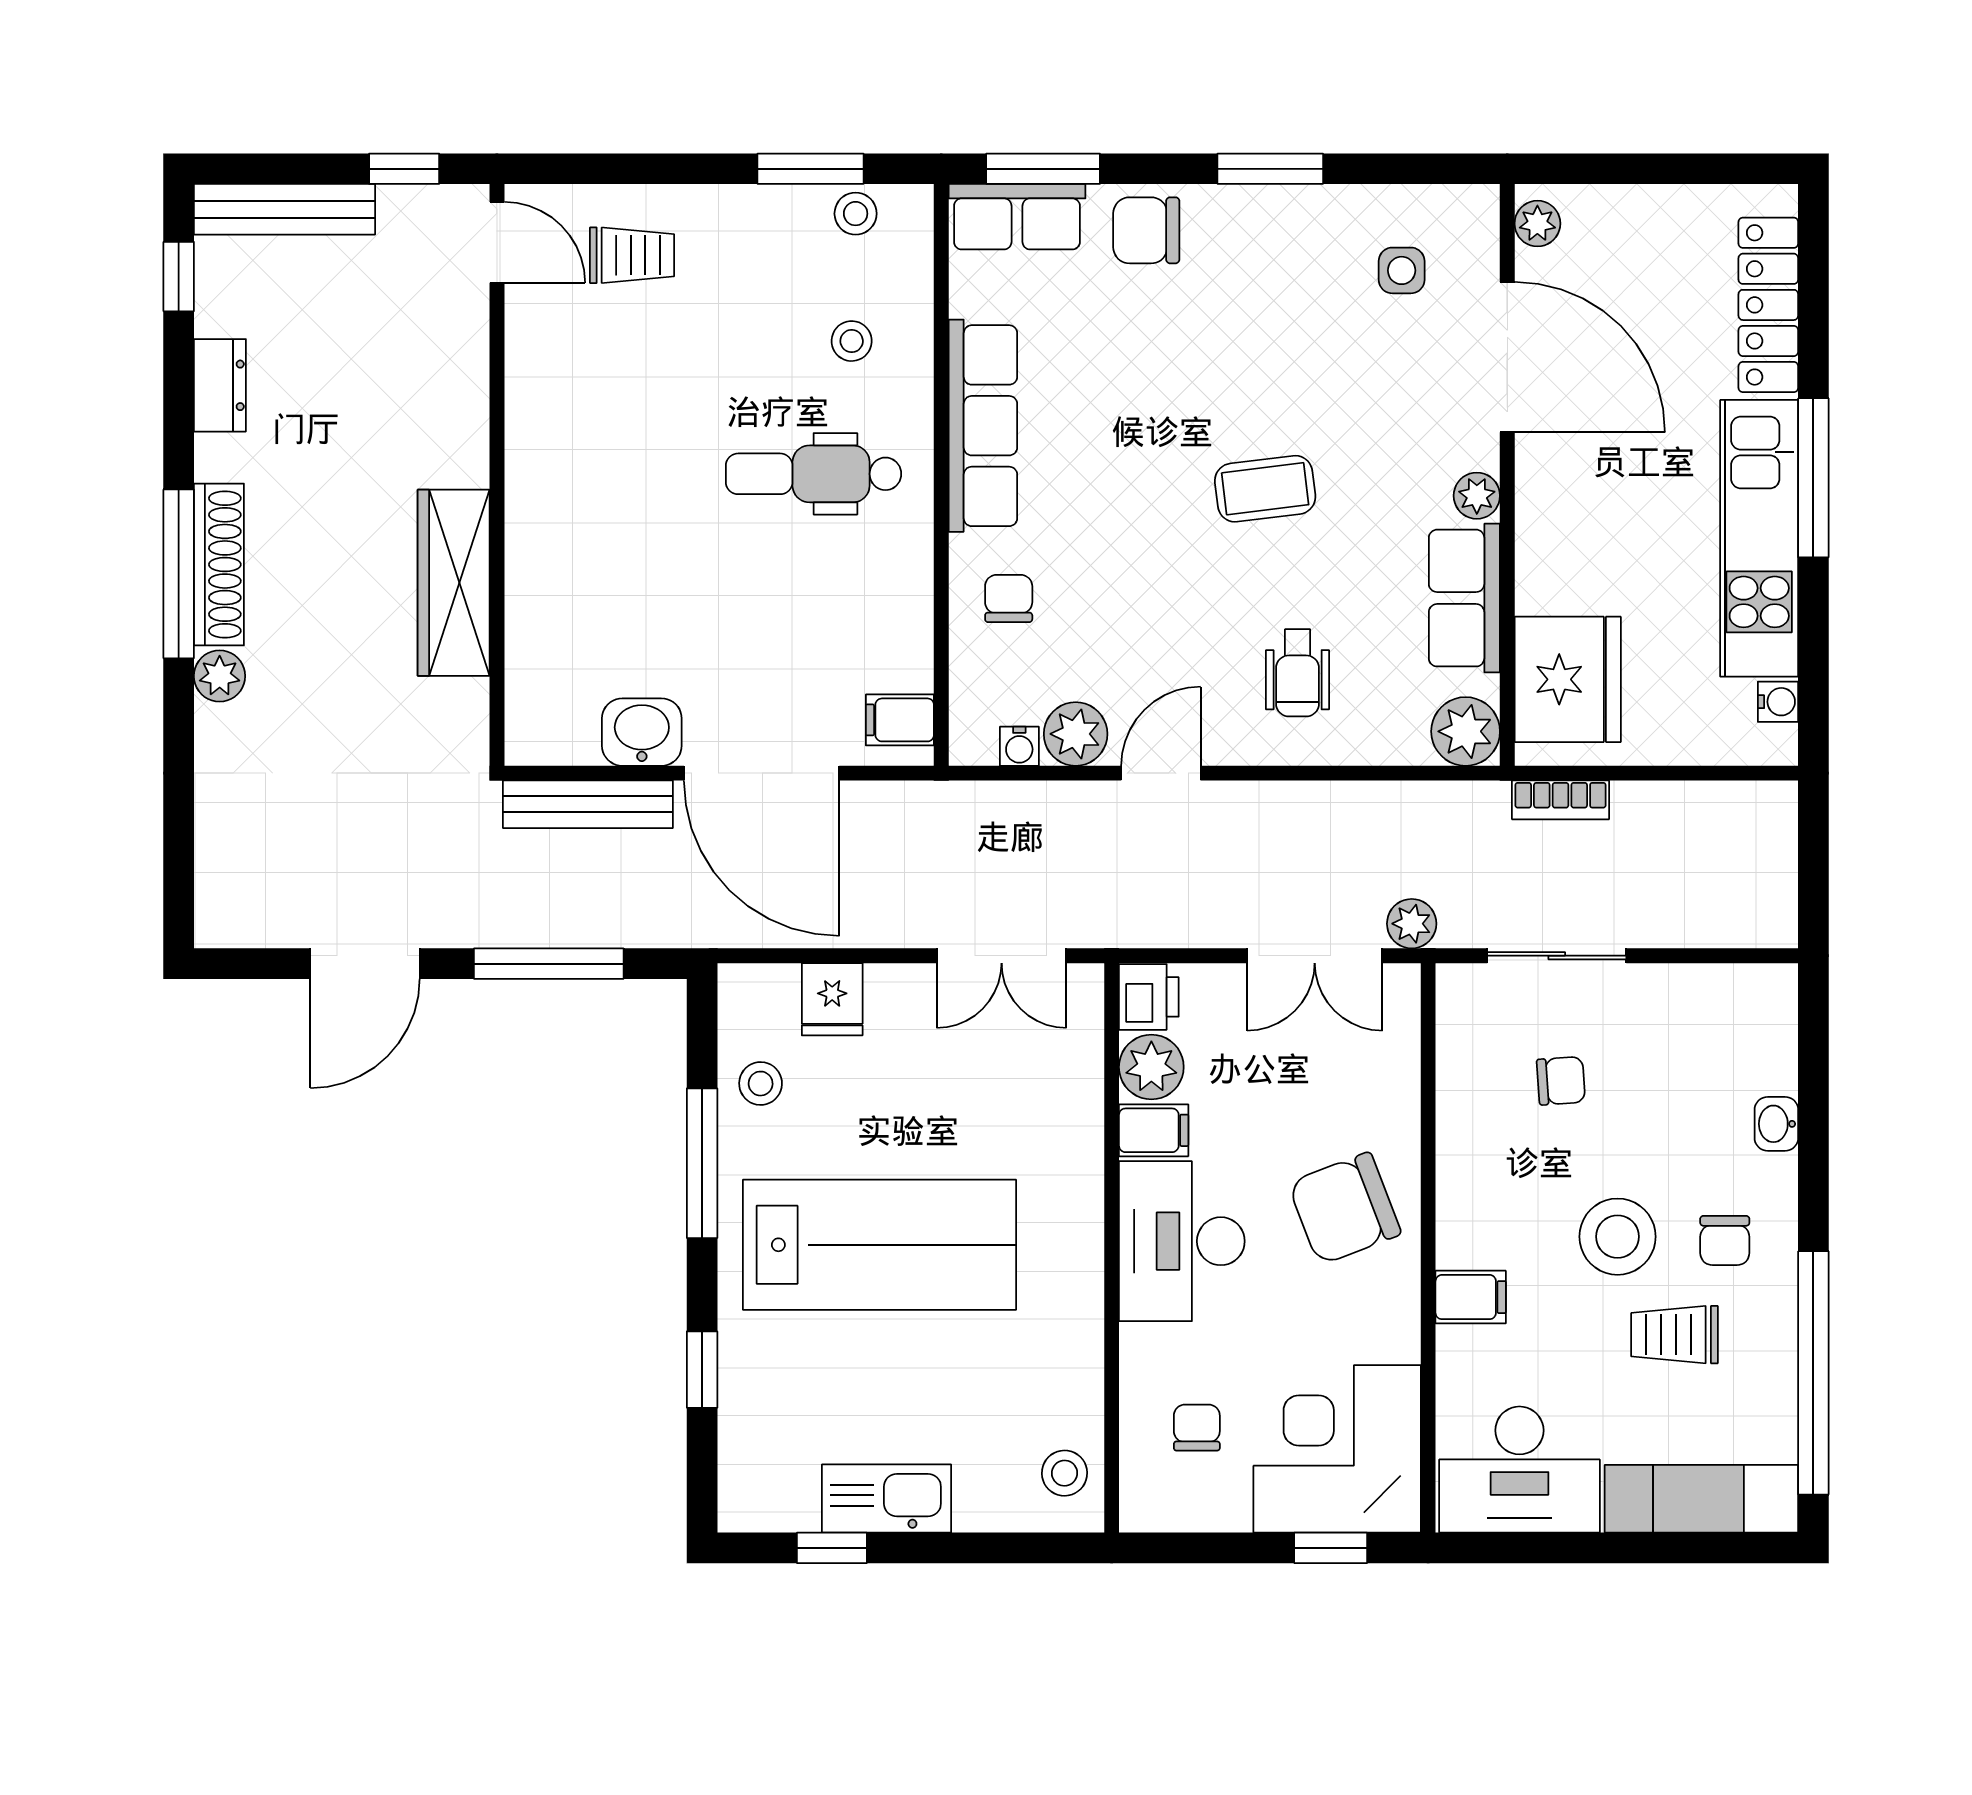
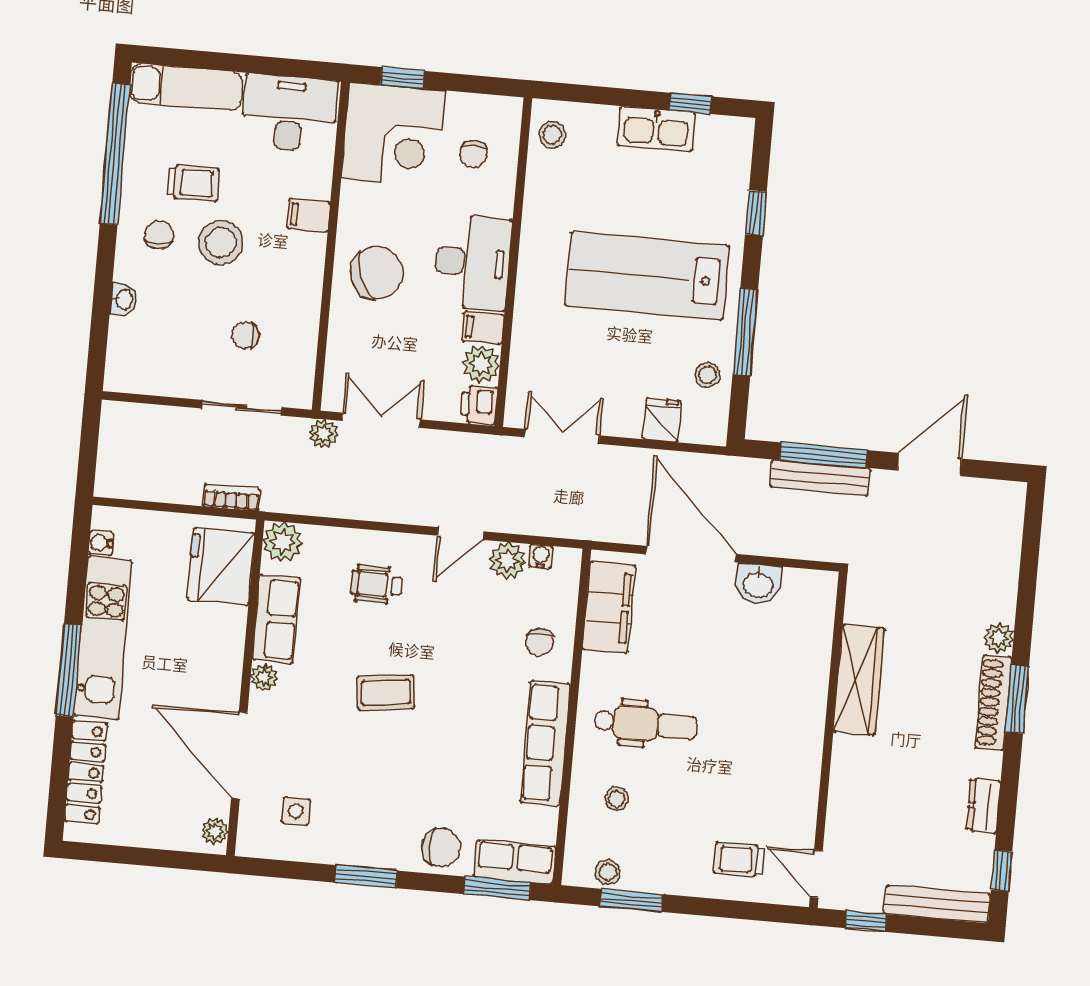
window: (179, 574) -> (1017, 699), width x0.69
wheelchair: (1298, 673) -> (376, 584), turned -90
filing cabinet: (900, 720) -> (609, 607), width x3.00, depth x1.17
bench: (588, 804) -> (820, 477), moved

